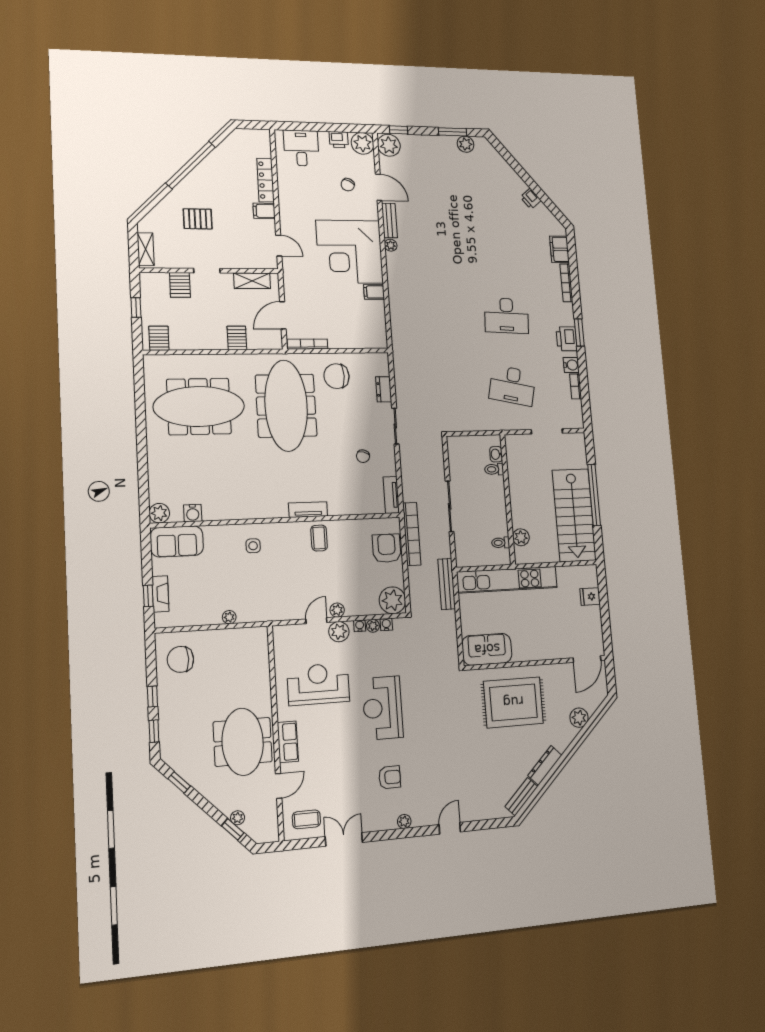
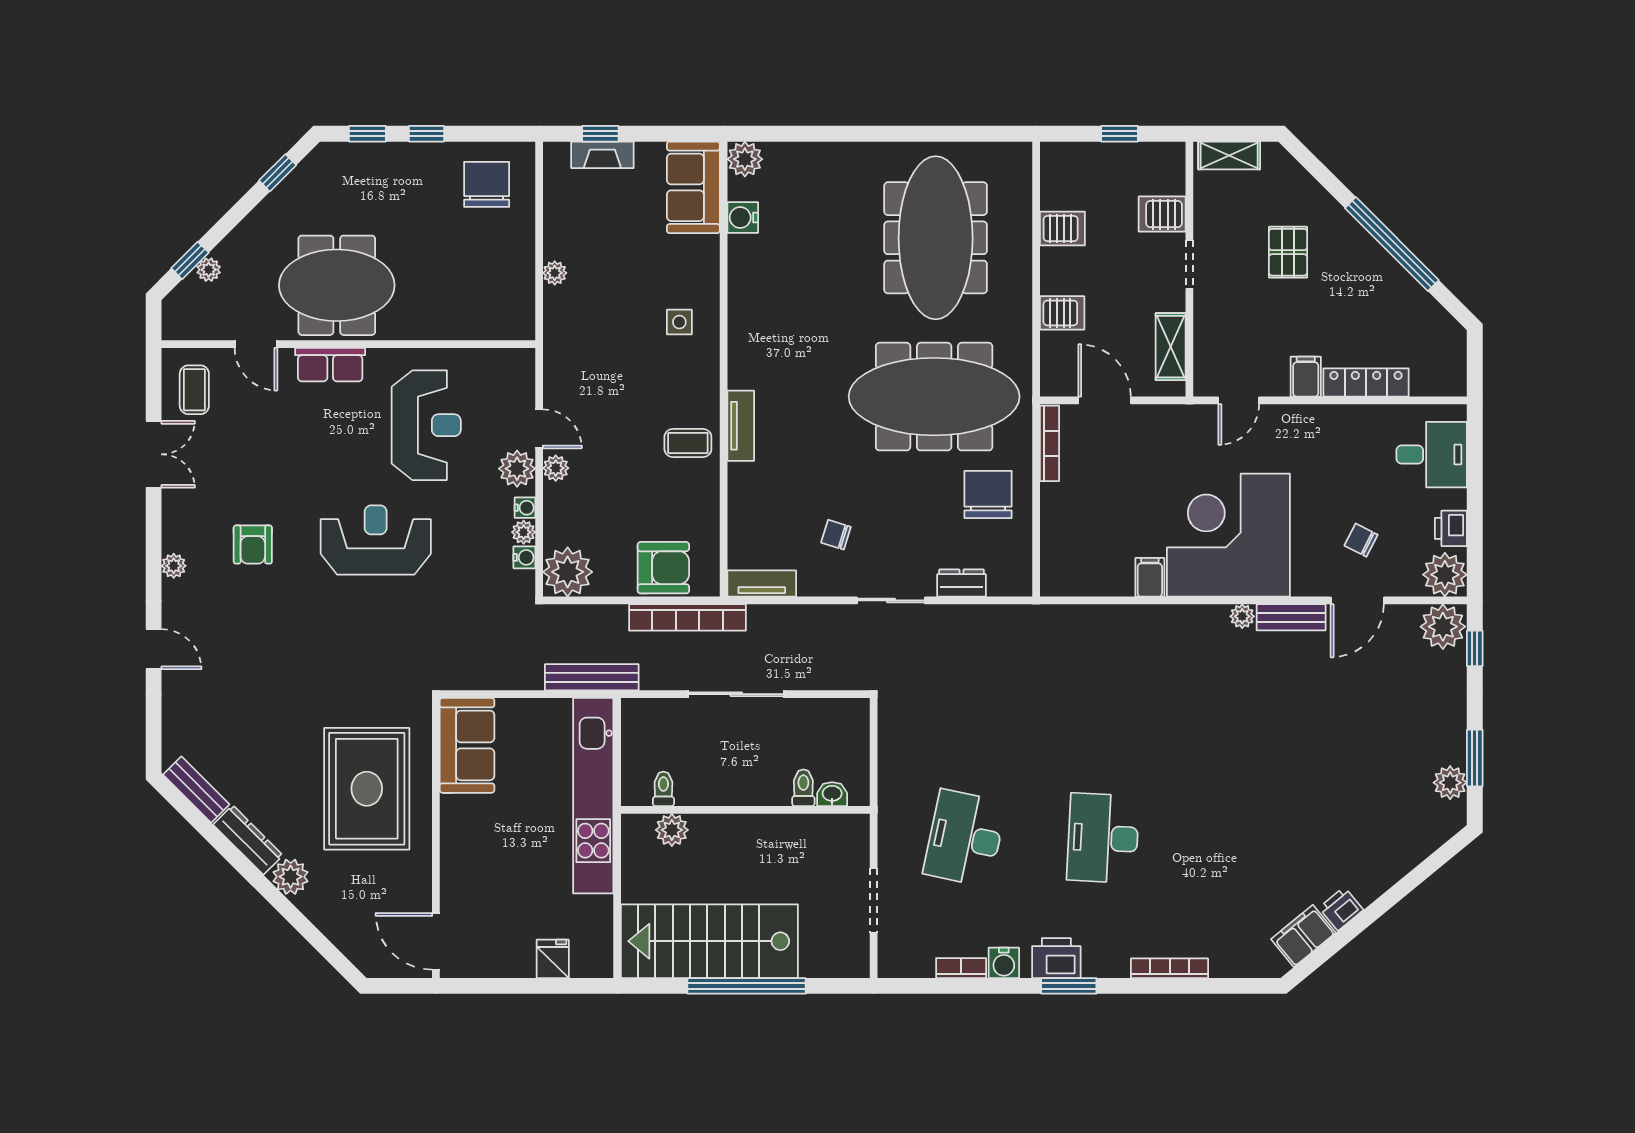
filing cabinet: (559, 249) -> (1303, 936), moved, turned -39
server rack: (159, 338) -> (1062, 229), moved
plant: (579, 718) -> (291, 877), moved

